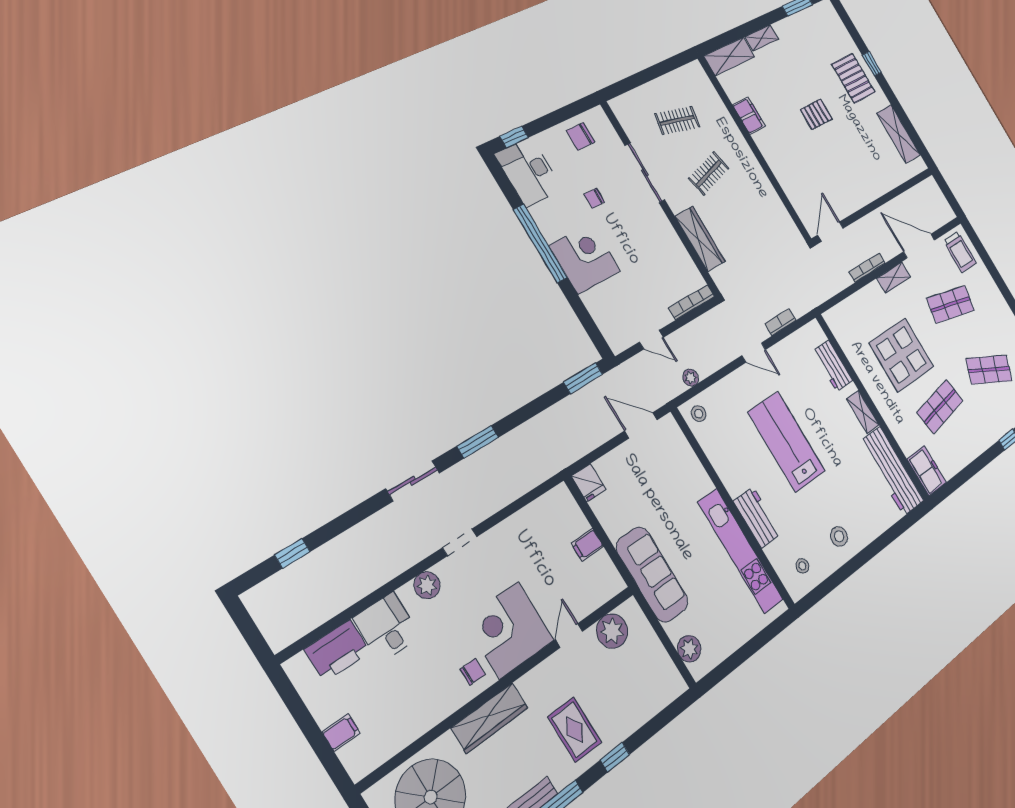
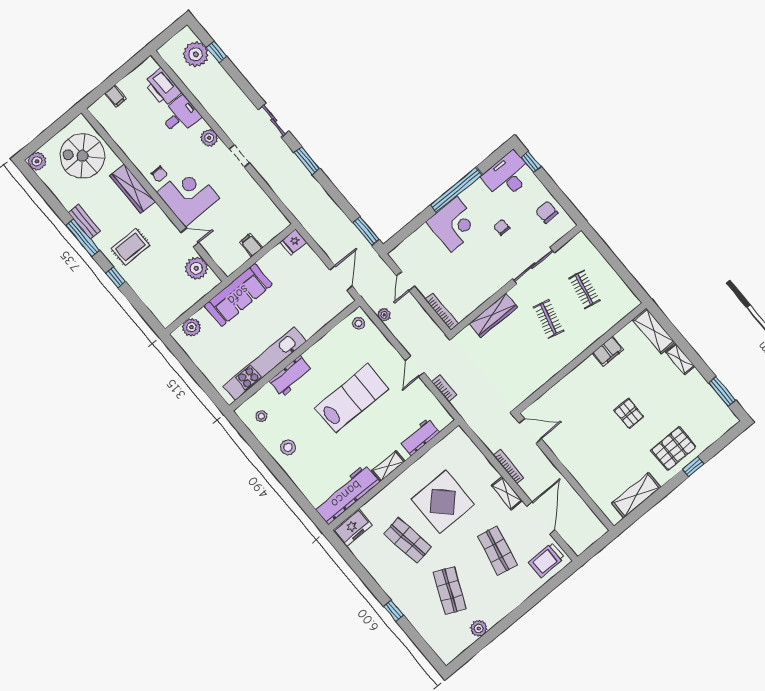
clothes rail: (709, 173) -> (548, 319), turned 30
plant: (291, 588) -> (196, 54), added

